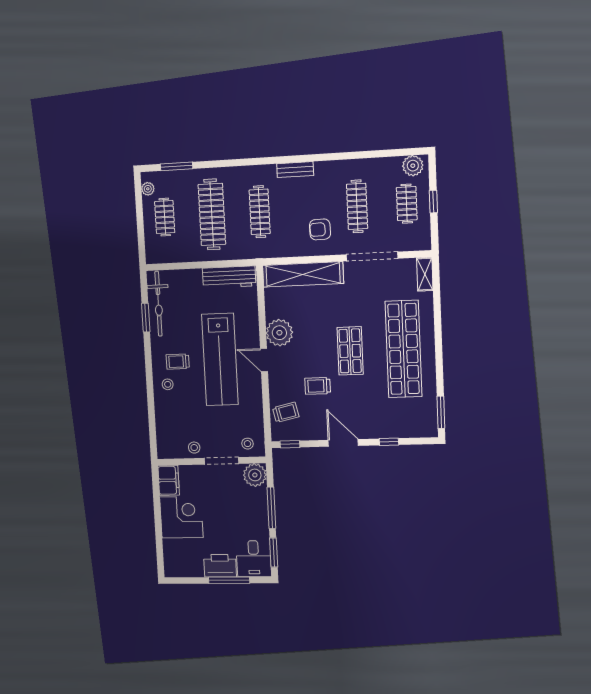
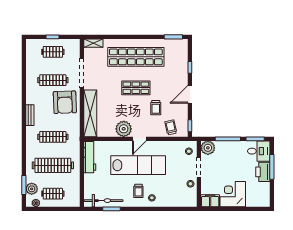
plant: (413, 166) -> (32, 189), moved
armchair: (320, 229) -> (65, 102), width x1.88, depth x1.88

